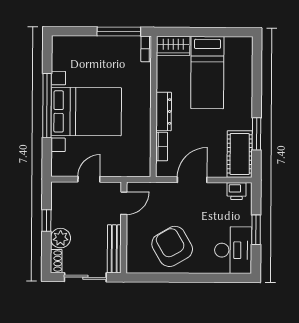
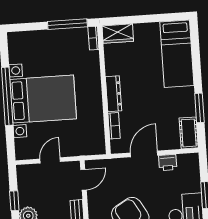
bed: (207, 73) -> (177, 54), moved
cot: (240, 154) -> (189, 133), width x0.73, depth x0.75
printer: (237, 191) -> (168, 162), moved

